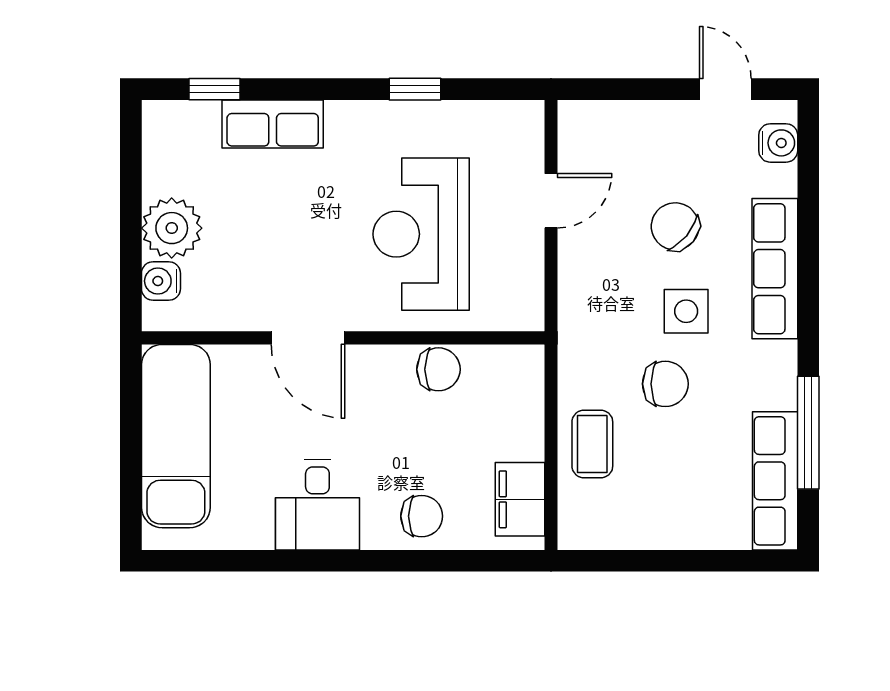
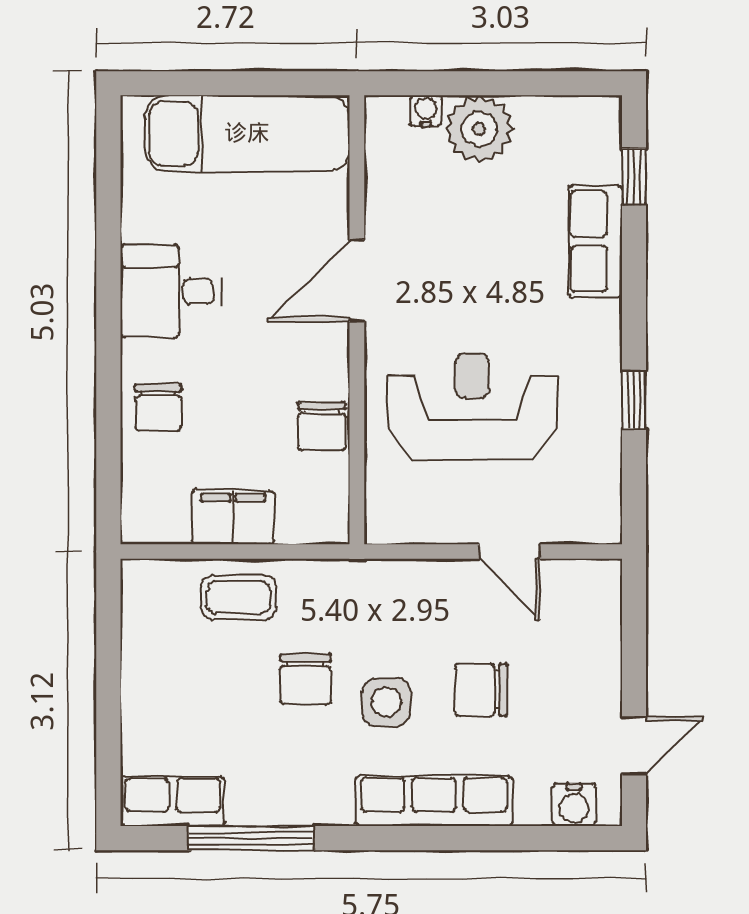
chair: (675, 226) -> (481, 690), turned -130
water cooler: (161, 281) -> (426, 111), width x0.72, depth x0.72
row of seats: (775, 481) -> (173, 801), width x0.68
filing cabinet: (520, 499) -> (233, 517), moved

